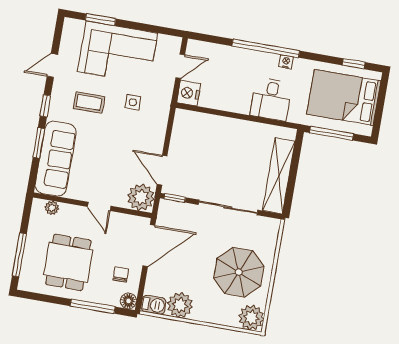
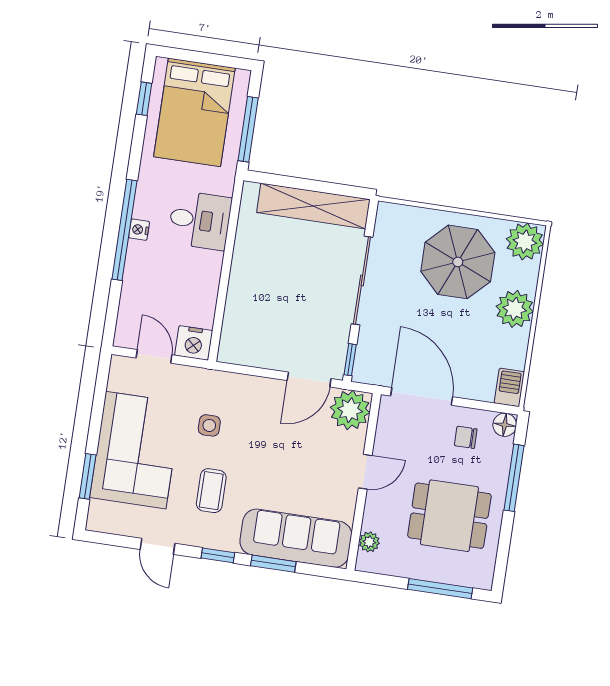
nightstand: (286, 62) -> (139, 230), moved
plant: (180, 305) -> (515, 309), moved

